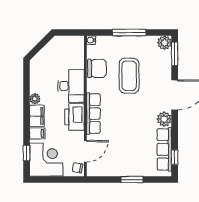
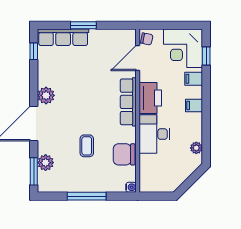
plant: (164, 43) -> (46, 163), moved
coffee table: (129, 76) -> (87, 146), width x0.54, depth x0.58
plant: (35, 99) -> (196, 148), moved
filing cabinet: (37, 116) -> (194, 105), width x0.50
row of seats: (164, 149) -> (63, 37), moved, turned 90

